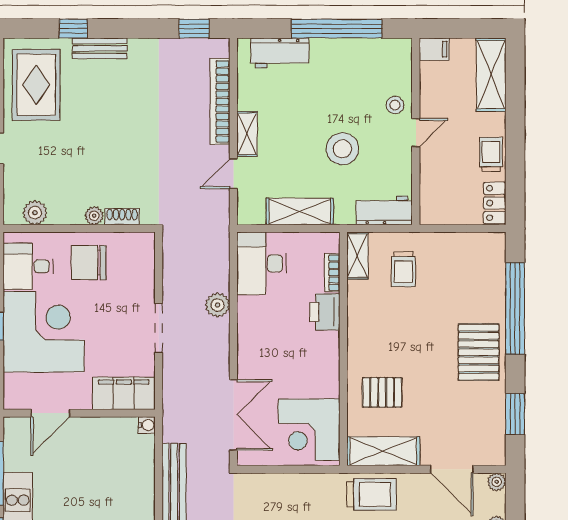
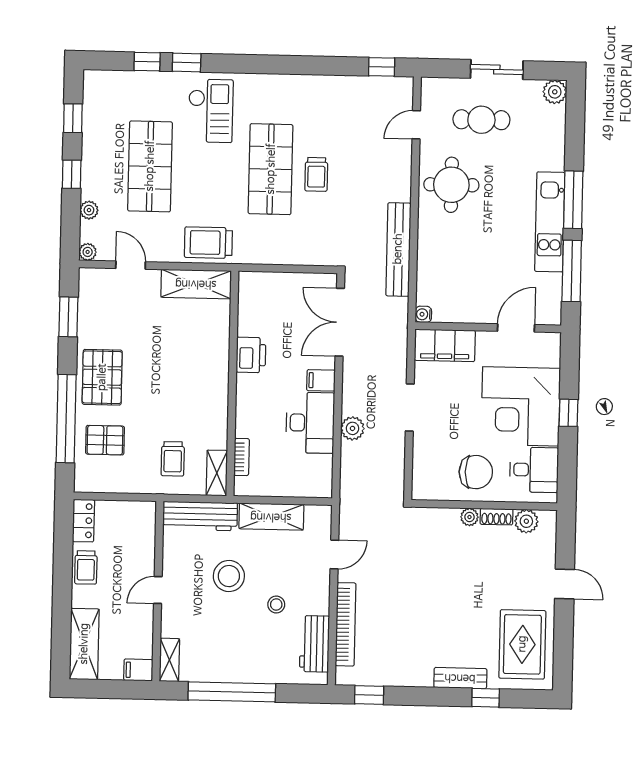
workbench: (280, 53) -> (314, 644), moved, turned -90
stool: (395, 105) -> (276, 605), moved
shelving: (247, 134) -> (169, 660), moved
workbench: (384, 210) -> (200, 516), width x1.38
shoe rack: (122, 217) -> (497, 517), moved
desk: (262, 263) -> (310, 423), moved
trolley: (403, 269) -> (173, 459), turned 180
printer: (325, 312) -> (251, 355), moved
filing cabinet: (251, 354) -> (321, 380), added
pallet: (382, 392) -> (105, 440), moved
corner desk: (309, 430) -> (267, 306), removed
door: (452, 469) -> (131, 265), width x0.73

